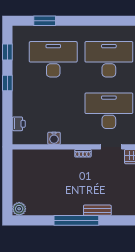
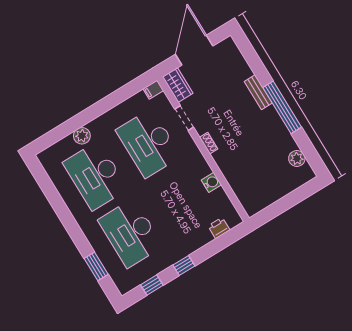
plant: (19, 209) -> (297, 158), moved

